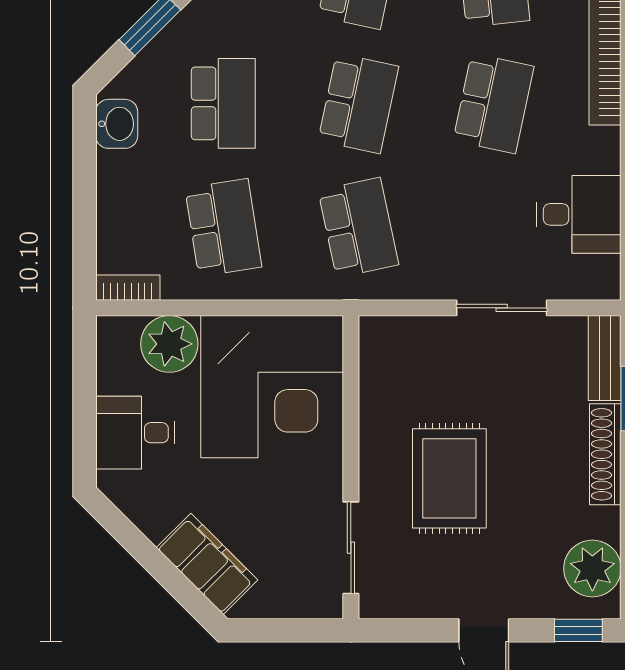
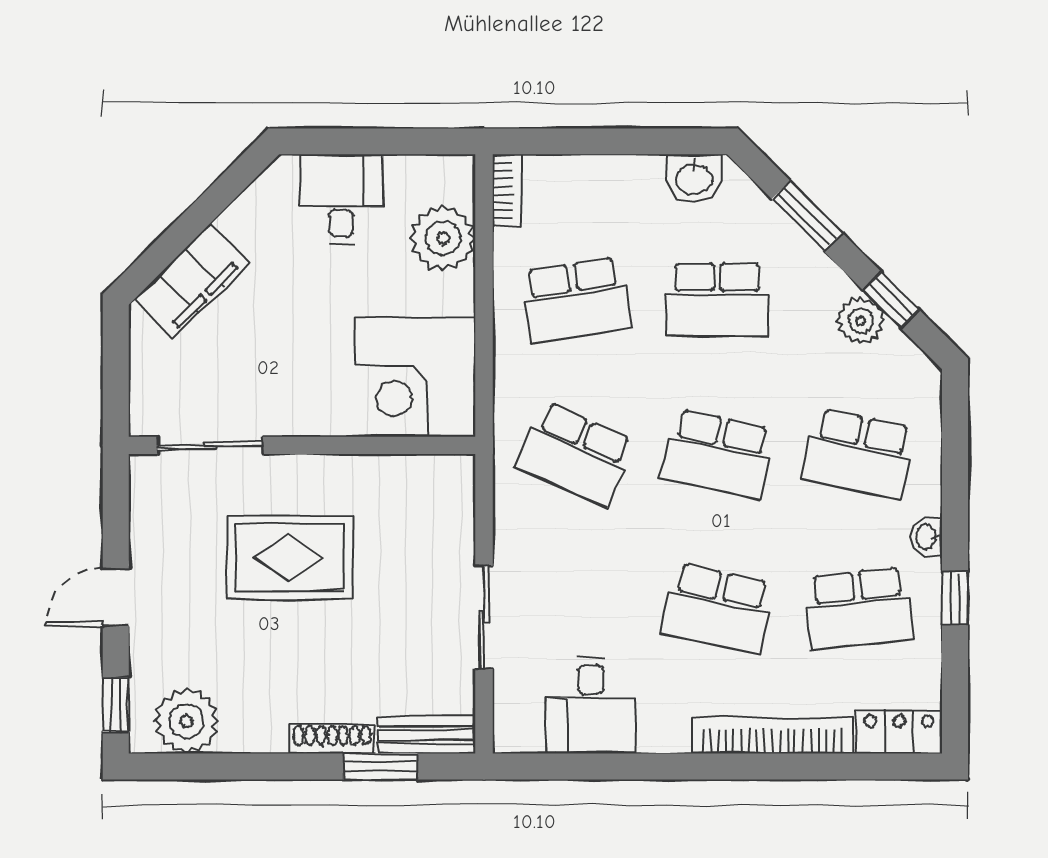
school desk: (358, 228) -> (576, 454), turned 36
corner desk: (272, 387) -> (416, 377), width x0.74, depth x0.74
shoe rack: (605, 454) -> (332, 739), width x0.74, depth x0.81

